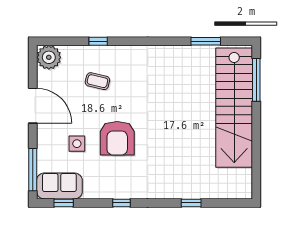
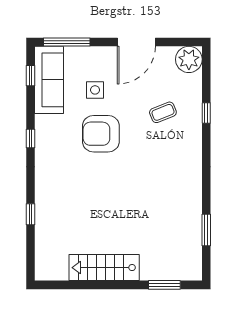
window: (256, 80) -> (164, 285), width x0.69
coffee table: (97, 81) -> (163, 112), turned 55
stairs: (234, 108) -> (104, 268), width x0.54, depth x0.66
sofa: (59, 186) -> (49, 80), width x1.36

